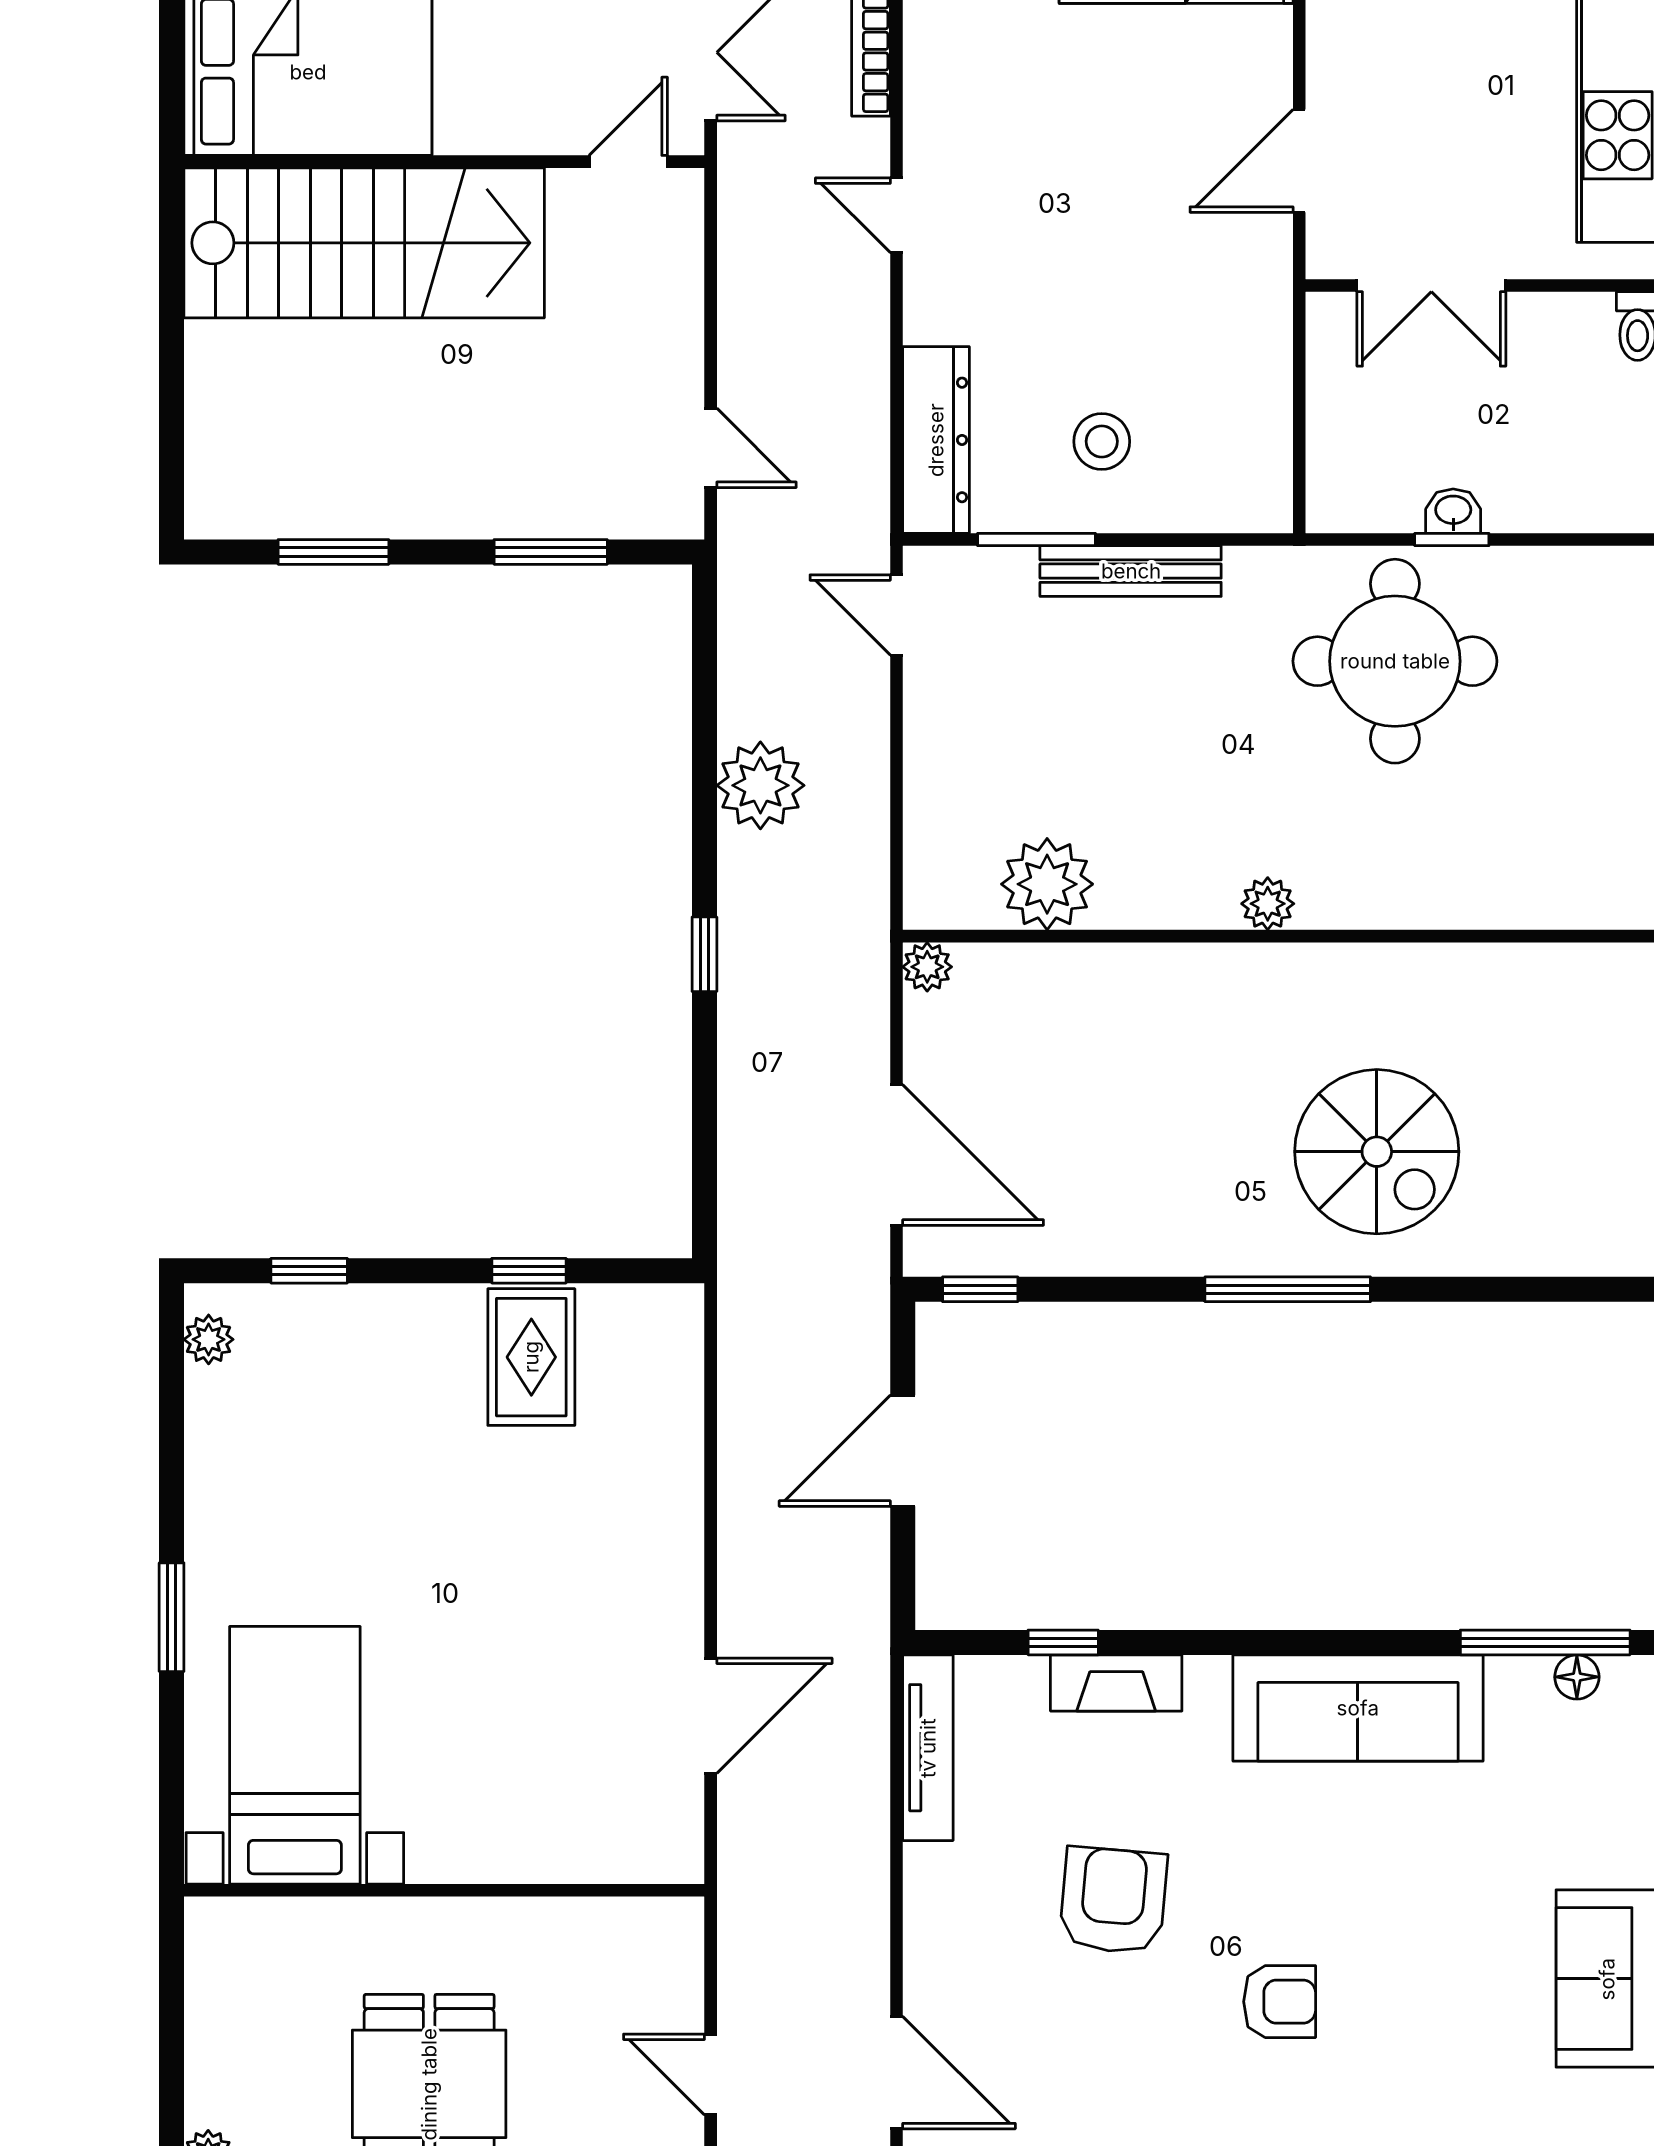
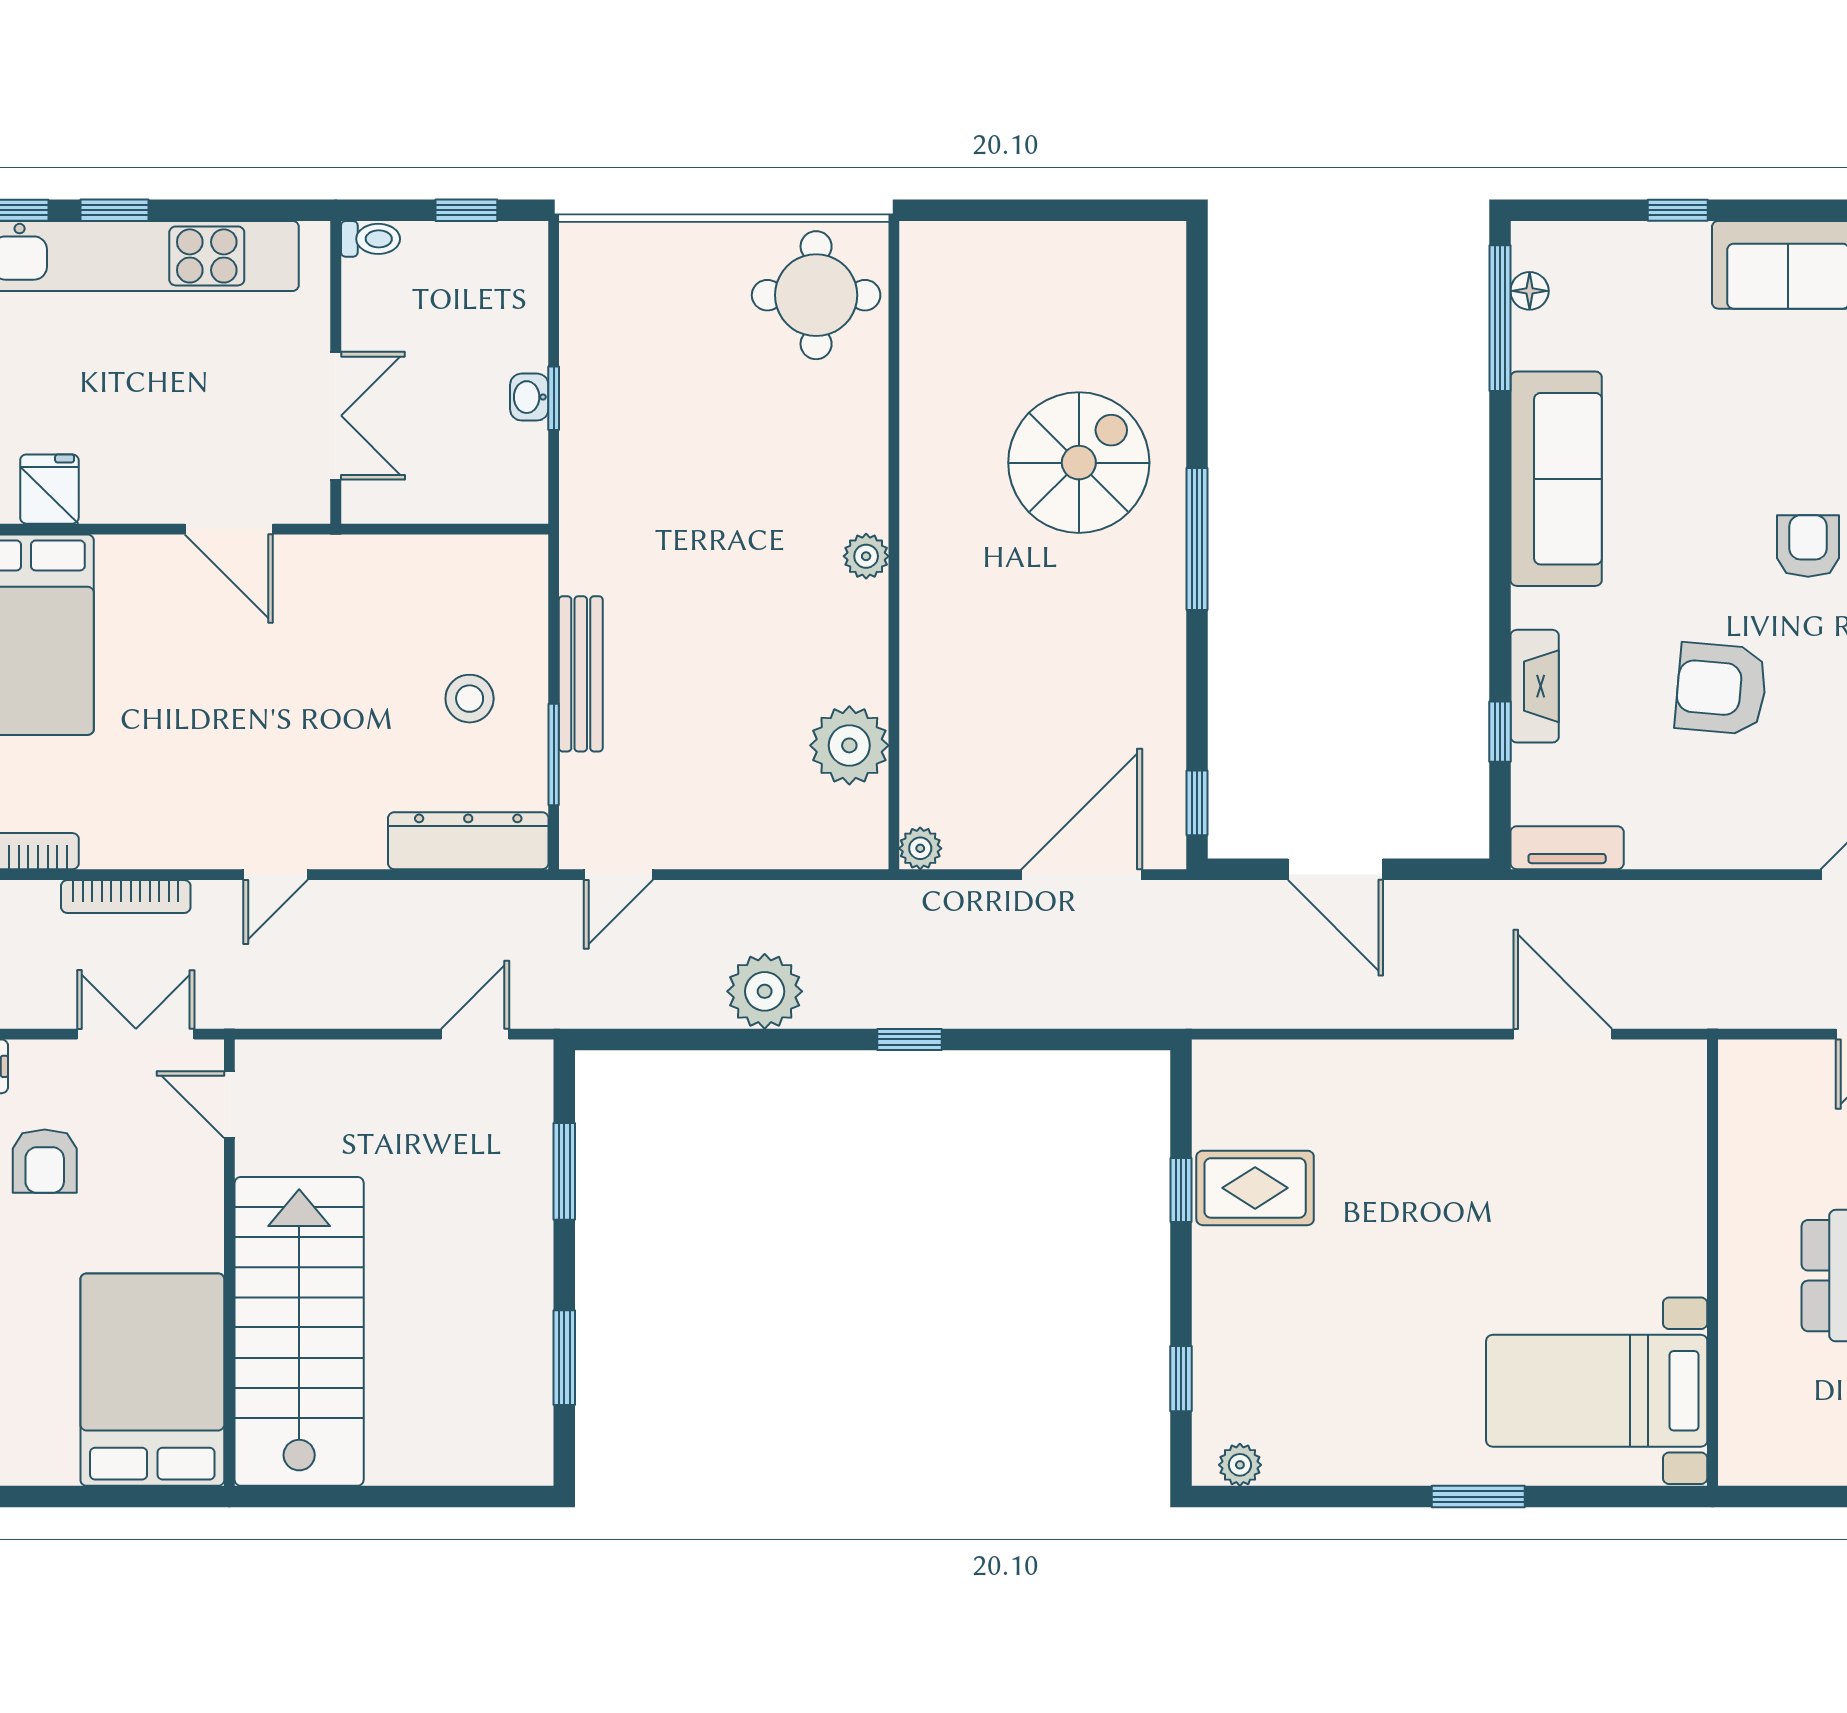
round table: (1395, 661) -> (816, 295), moved, width x0.73, depth x0.73
tv unit: (928, 1748) -> (1567, 848), width x0.71

